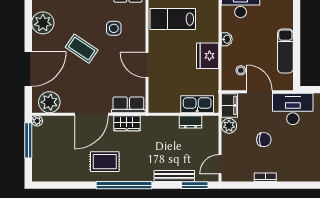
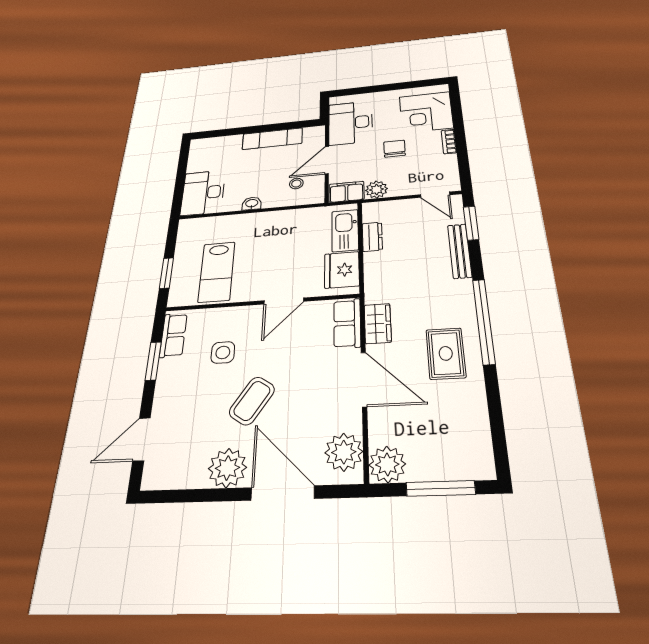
plant: (43, 23) -> (227, 468), moved
fridge: (208, 56) -> (342, 270), moved, turned 90
plant: (37, 121) -> (387, 464), width x1.87, depth x1.87
window: (28, 140) -> (440, 488), moved
corner desk: (295, 164) -> (426, 112), added

